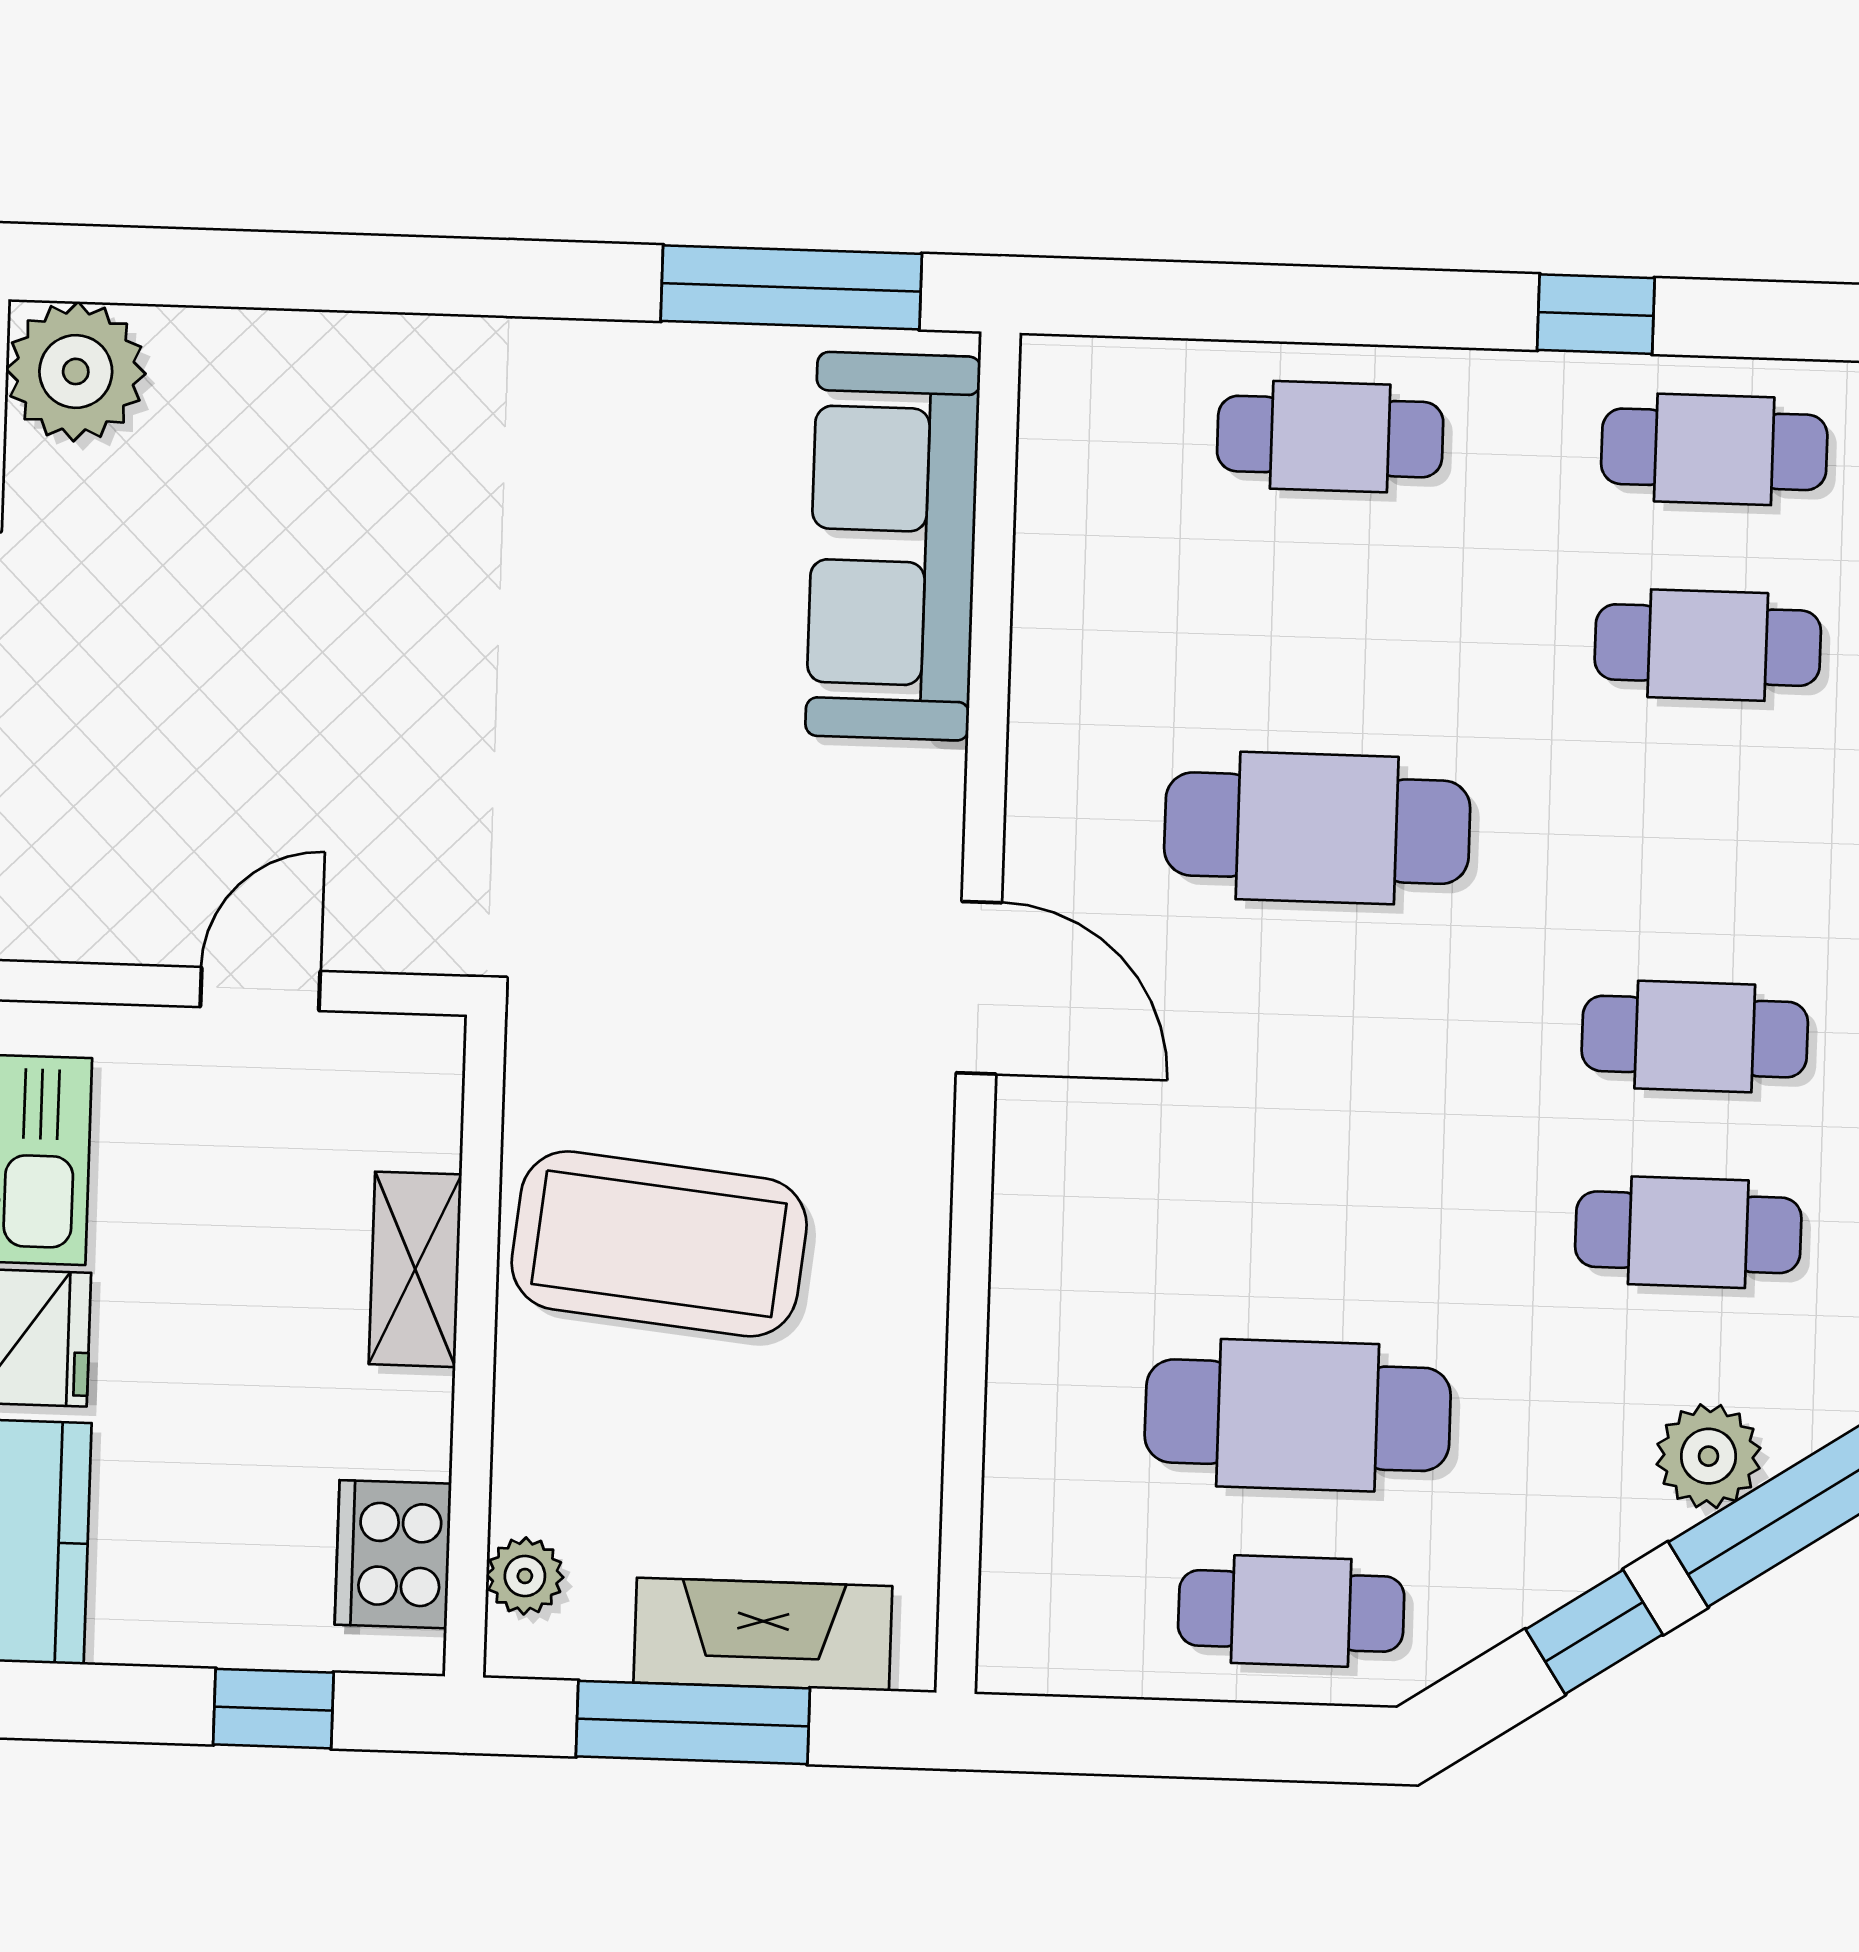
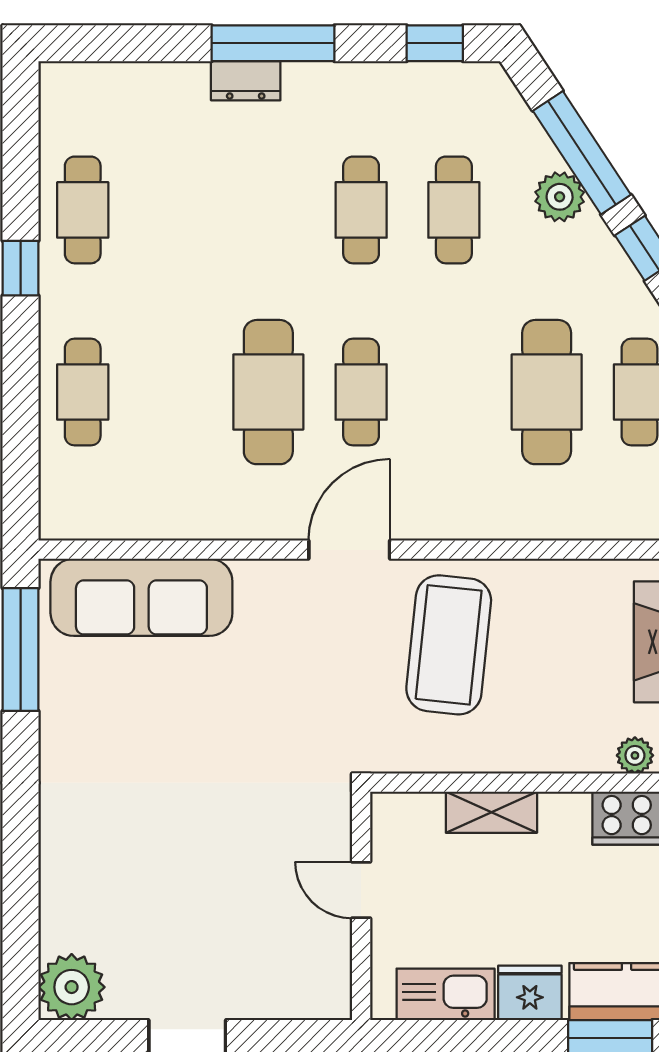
cafe table: (1708, 645) -> (361, 392), moved
coffee table: (659, 1244) -> (449, 645), moved

